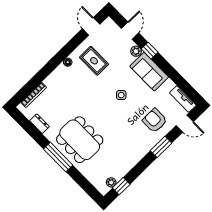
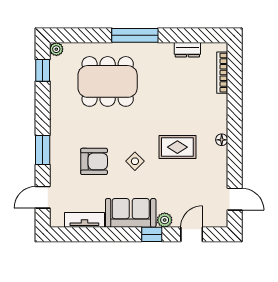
door: (130, 31) -> (192, 234), swing flipped
rug: (94, 61) -> (177, 147), moved
tv unit: (183, 99) -> (84, 220), moved
armchair: (155, 121) -> (94, 161), moved
dining table: (80, 140) -> (108, 81), moved
plant: (111, 182) -> (56, 49), moved

